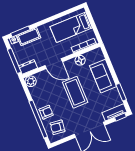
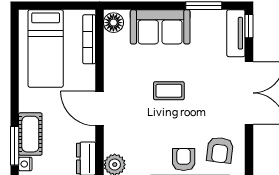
floor lamp: (80, 60) -> (113, 23), moved
door: (54, 64) -> (100, 109), swing flipped
coffee table: (75, 92) -> (169, 91), width x0.54, depth x0.58

